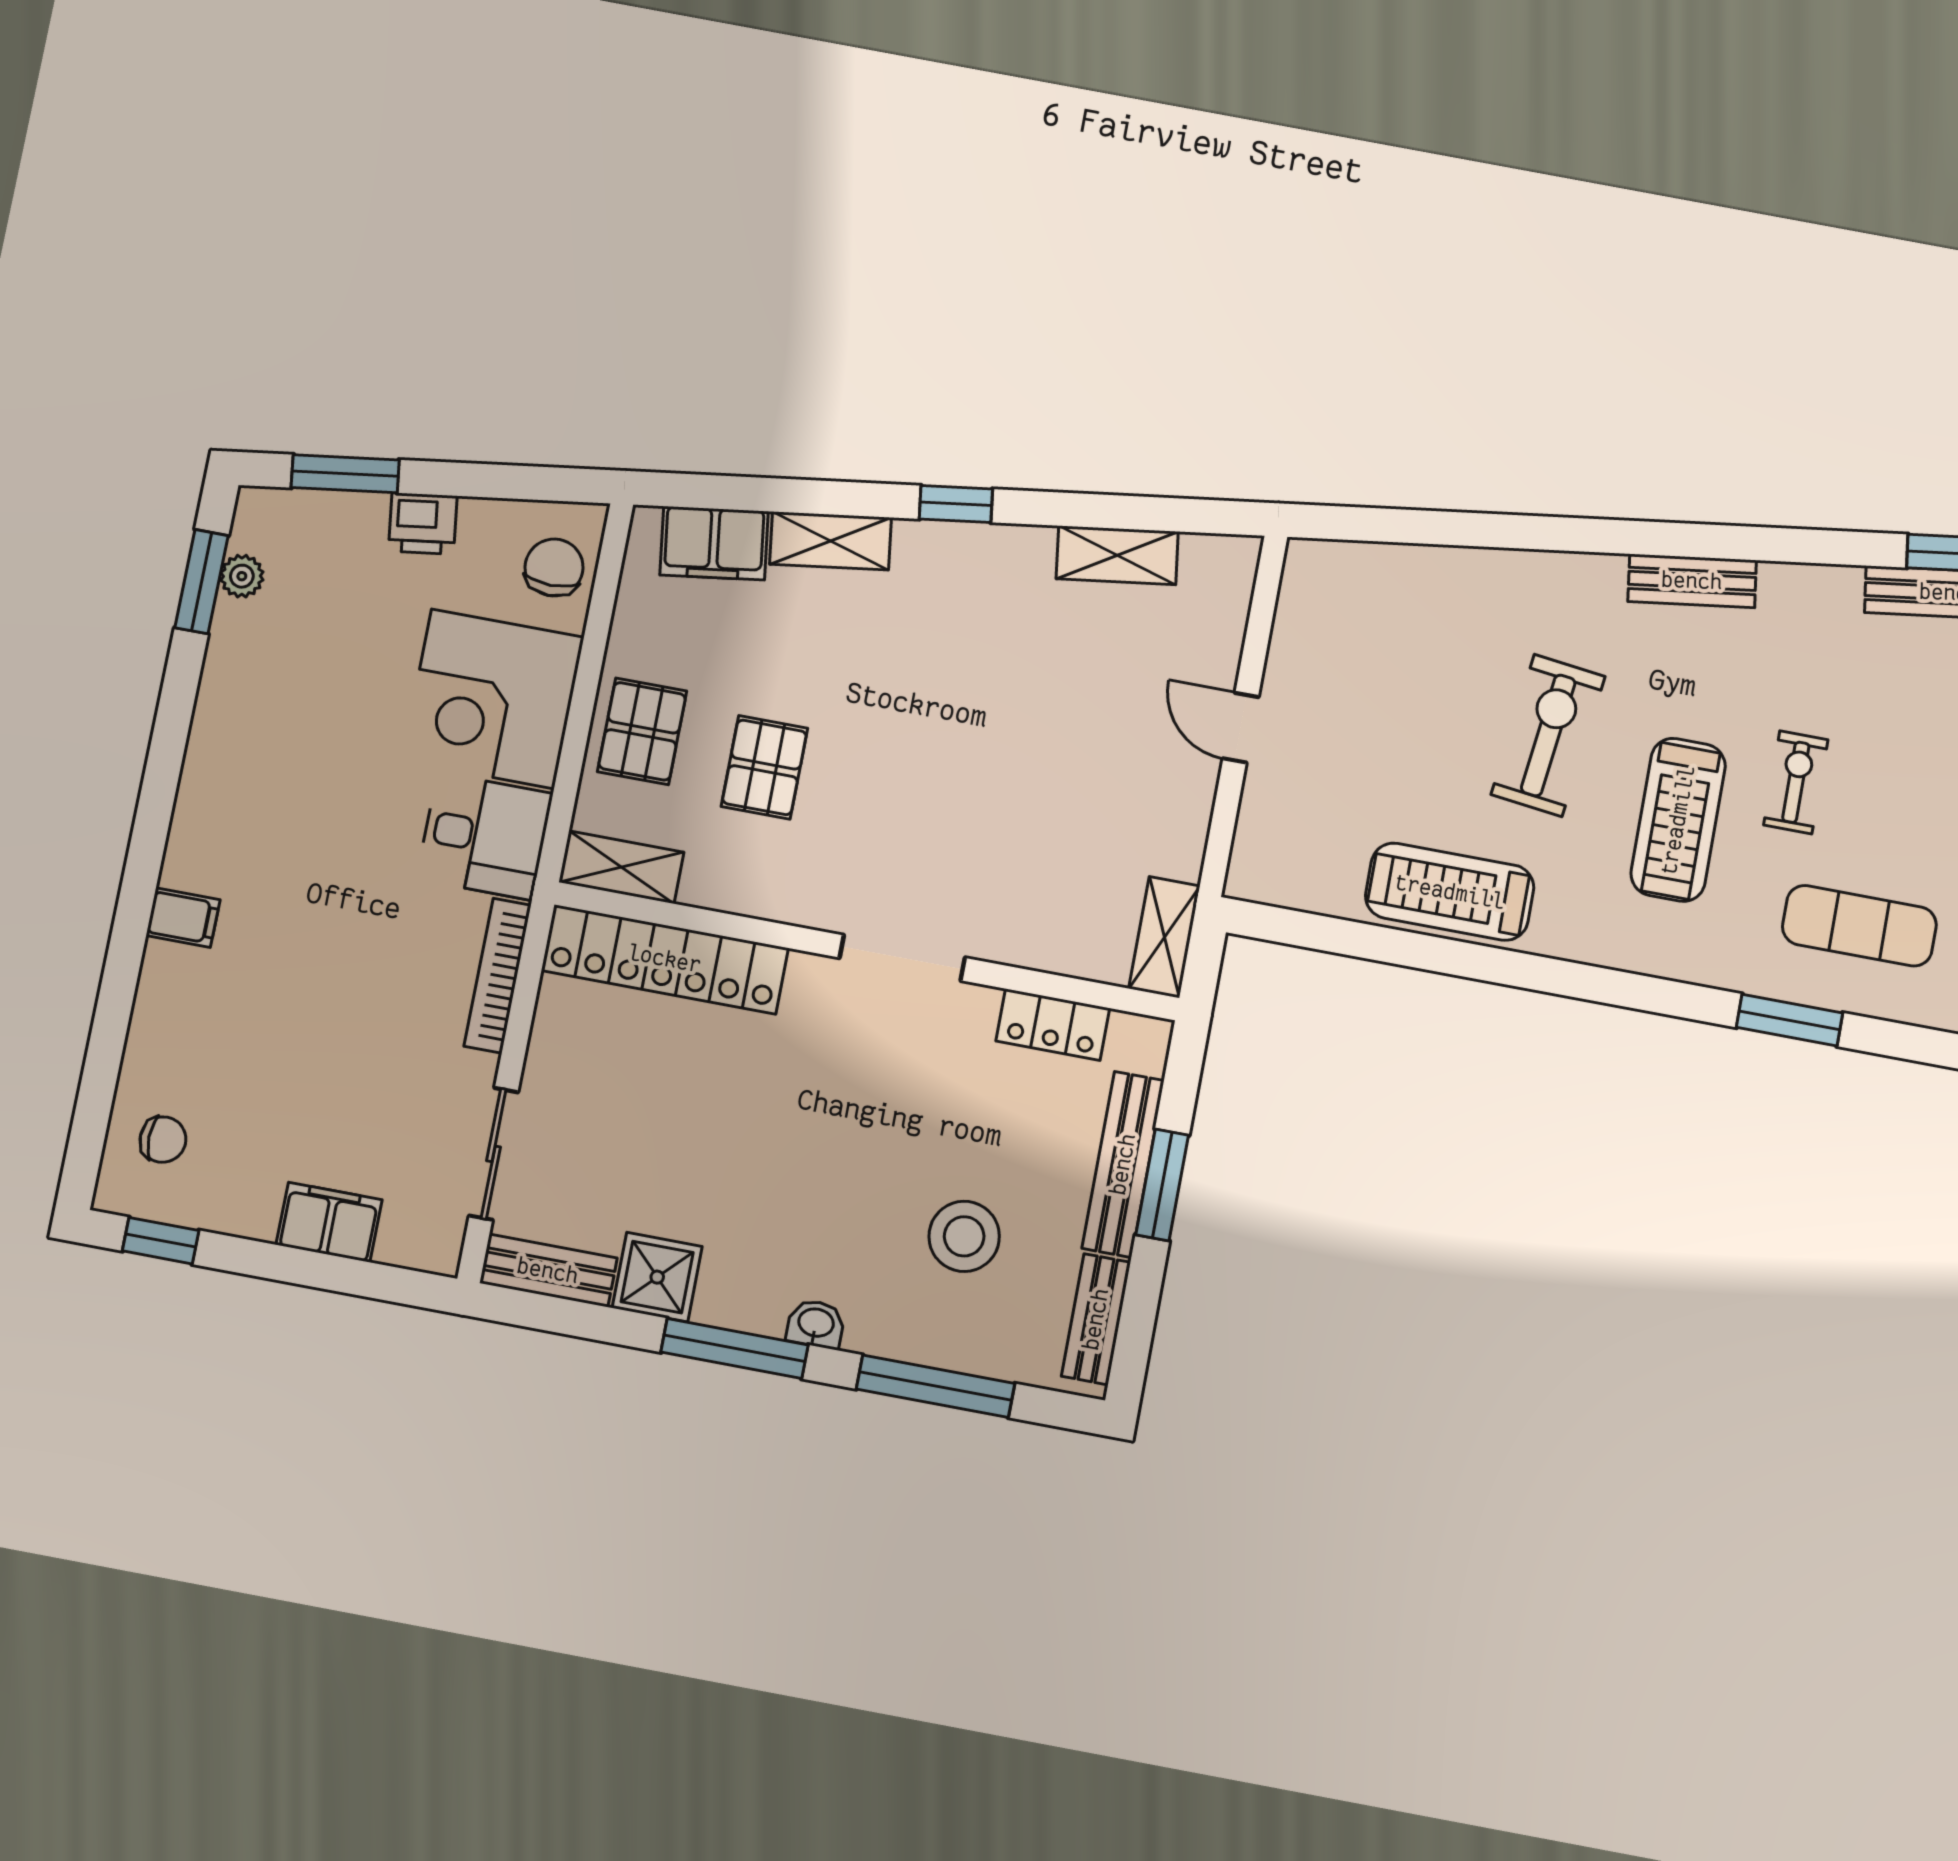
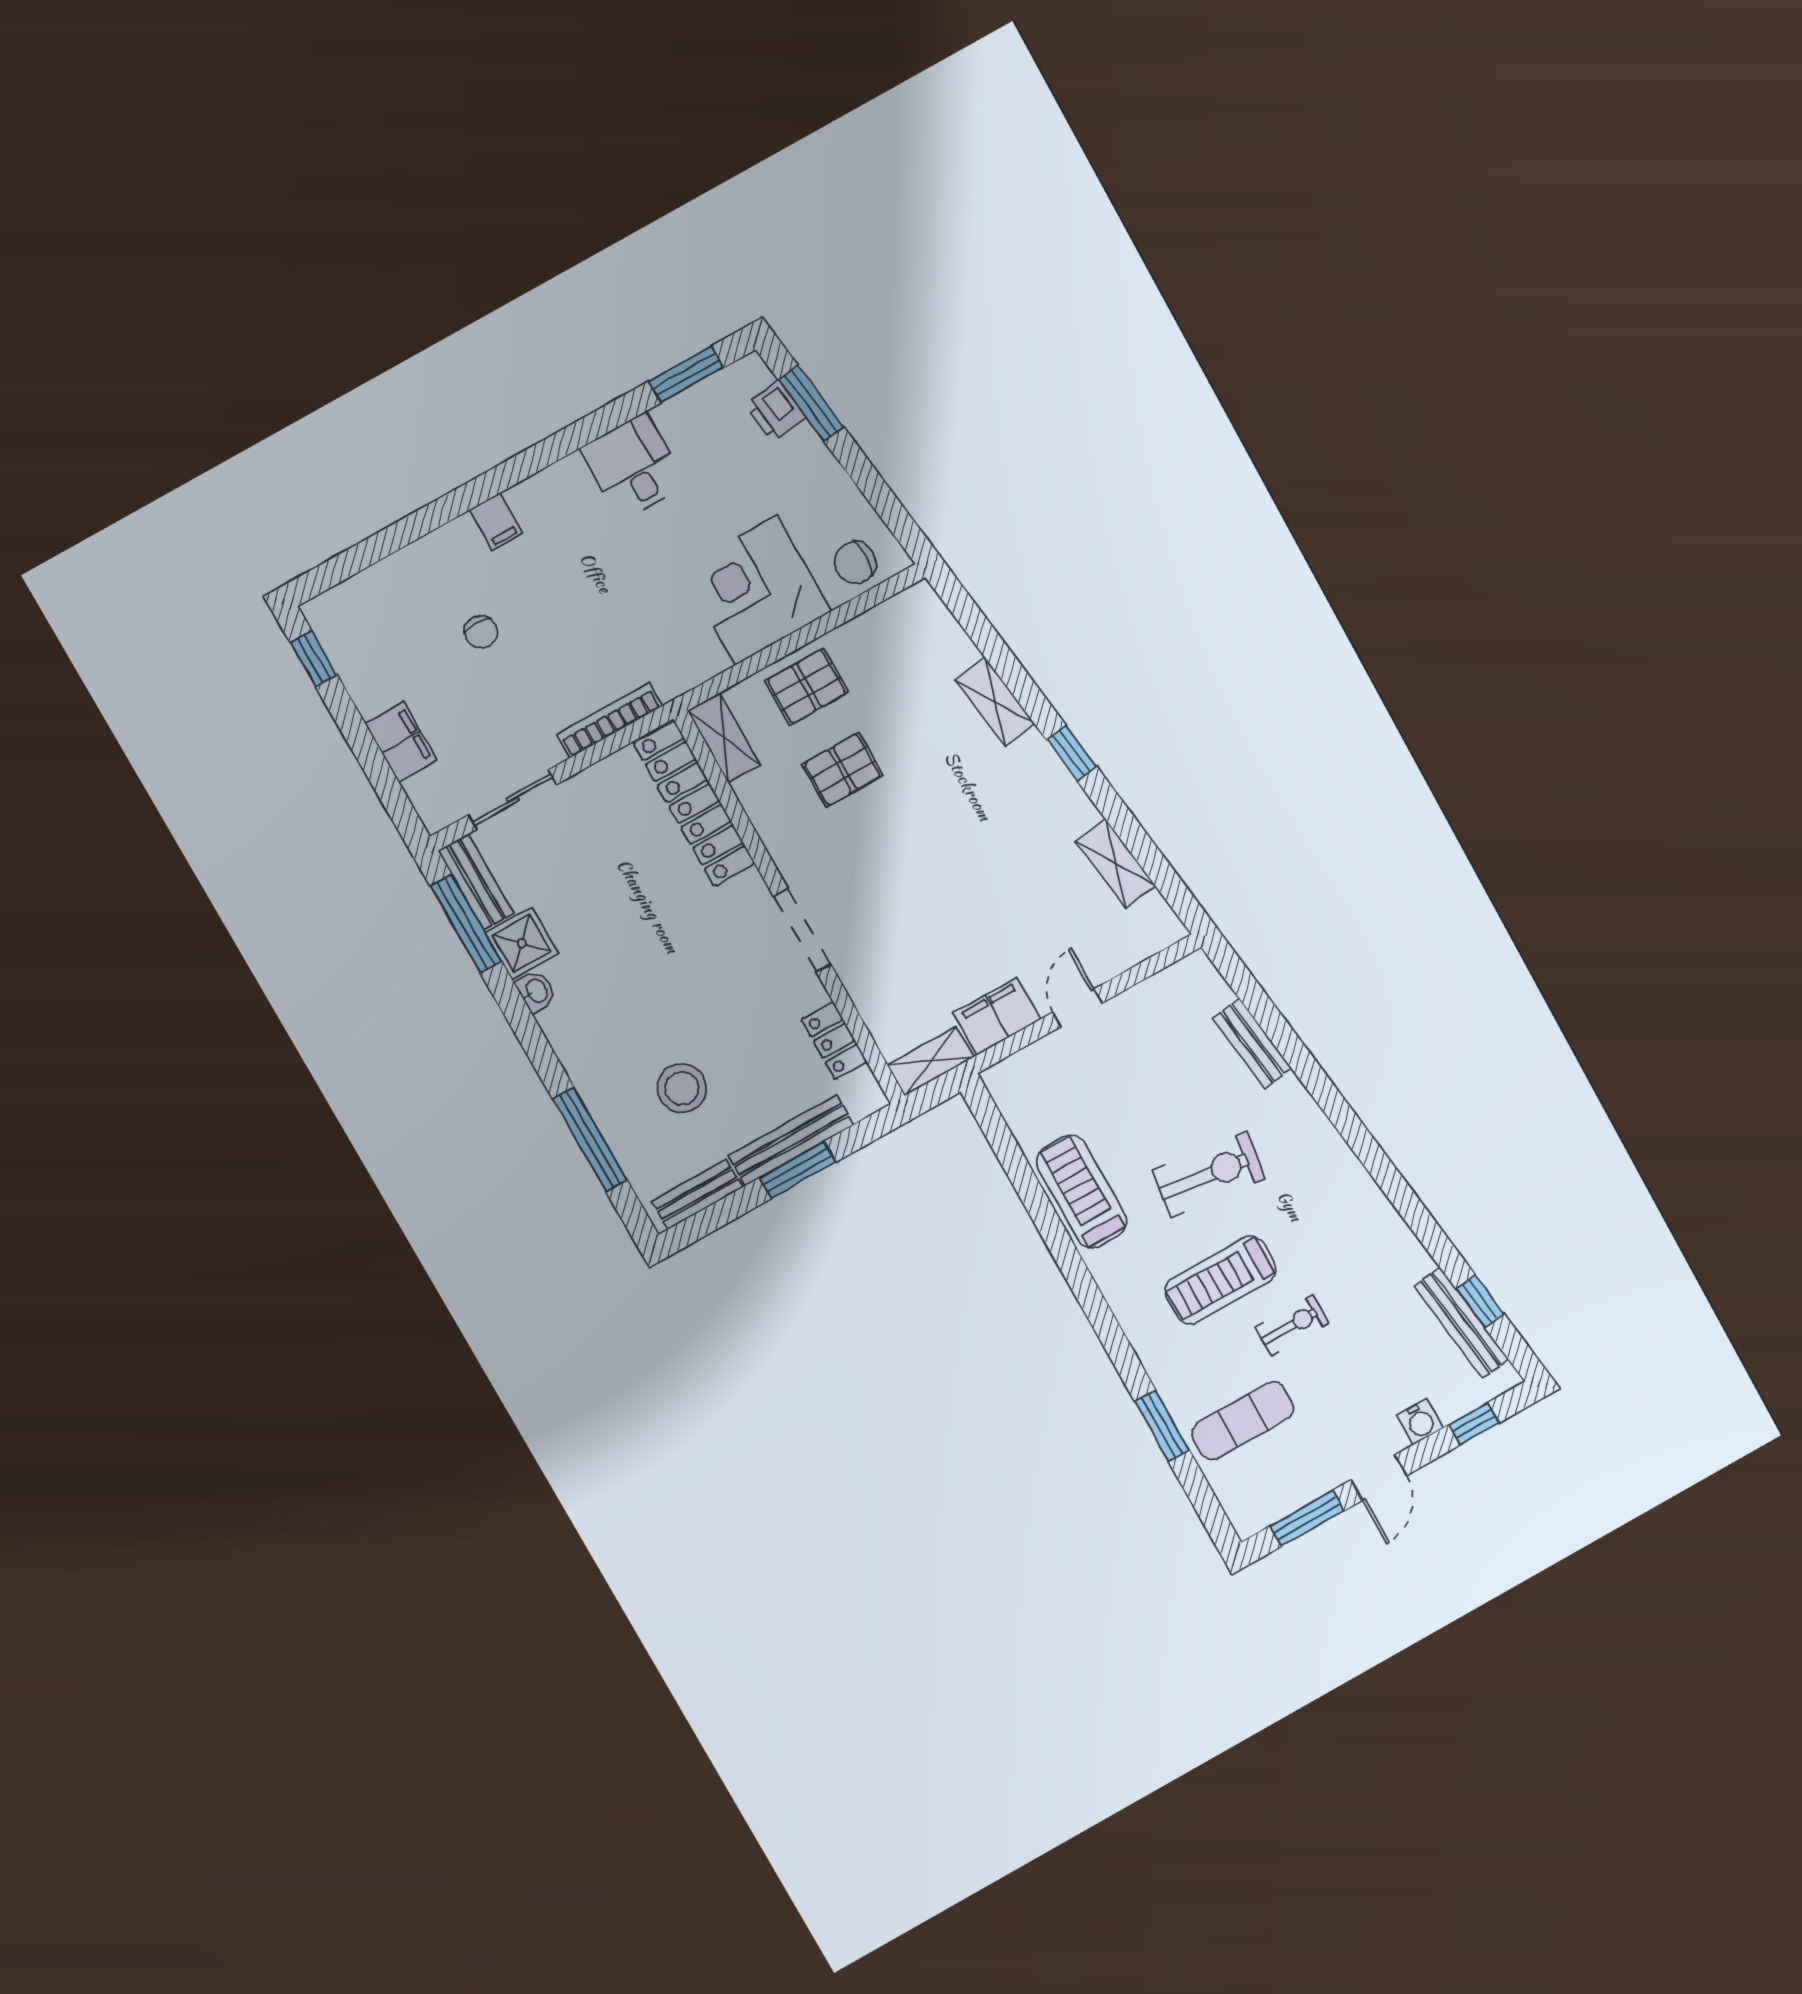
printer: (423, 524) -> (775, 411), moved
filing cabinet: (714, 543) -> (997, 1016), moved, turned 98
chair: (554, 567) -> (855, 563), turned 180
plant: (242, 576) -> (708, 394), removed
bench: (1692, 581) -> (1252, 1043), moved
desk: (485, 836) -> (633, 467), moved, turned 180
exercise mat: (1859, 926) -> (1243, 1421), turned 90
chair: (163, 1140) -> (481, 632), moved
washbasin: (816, 1324) -> (536, 991), moved
window: (734, 1348) -> (466, 924), moved

